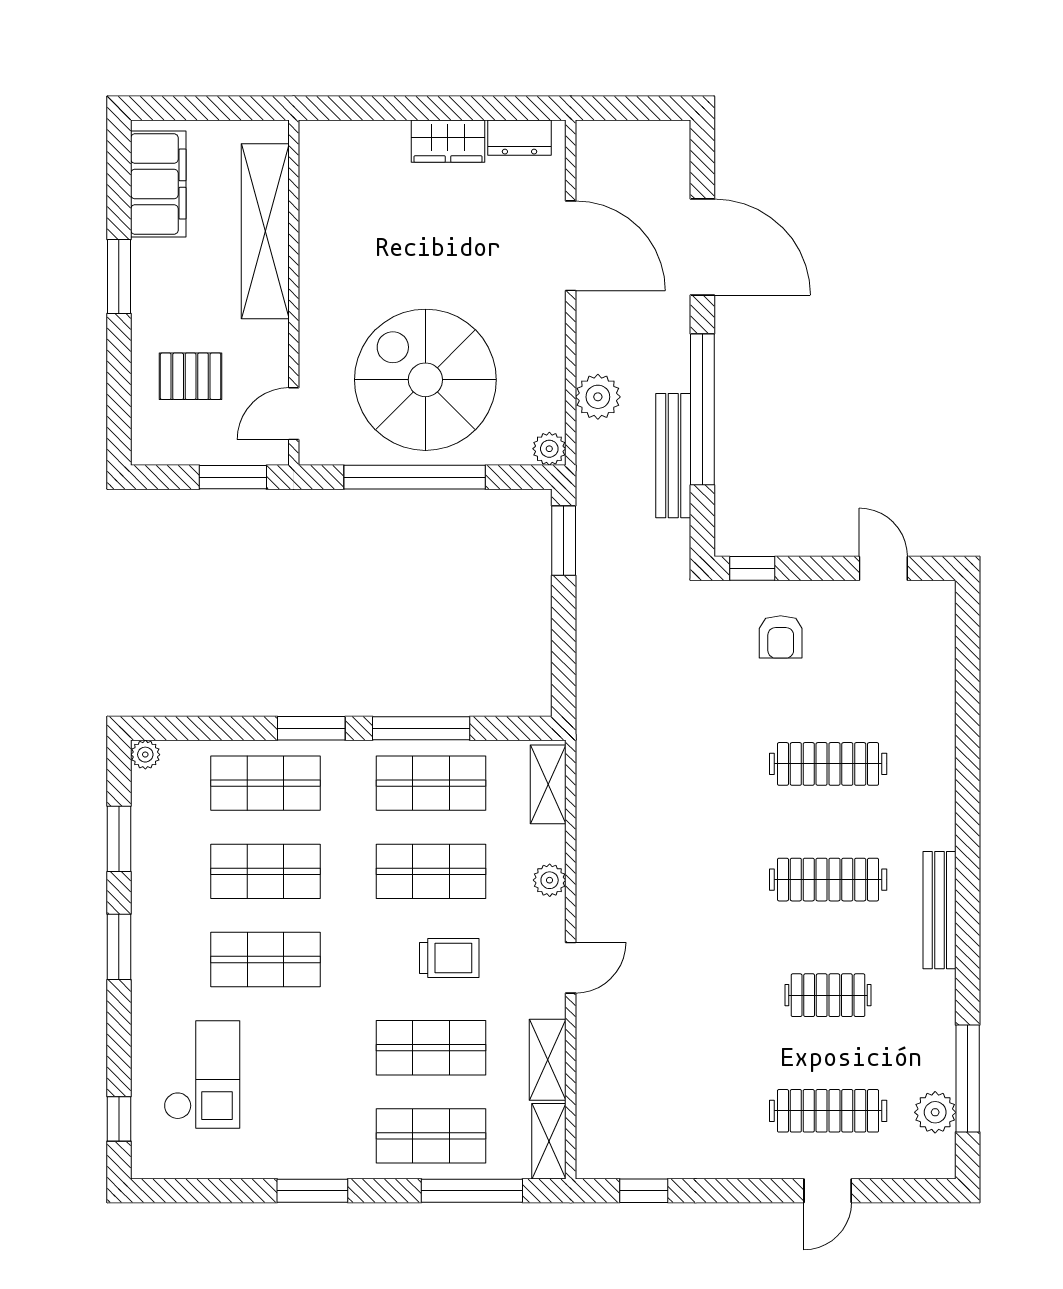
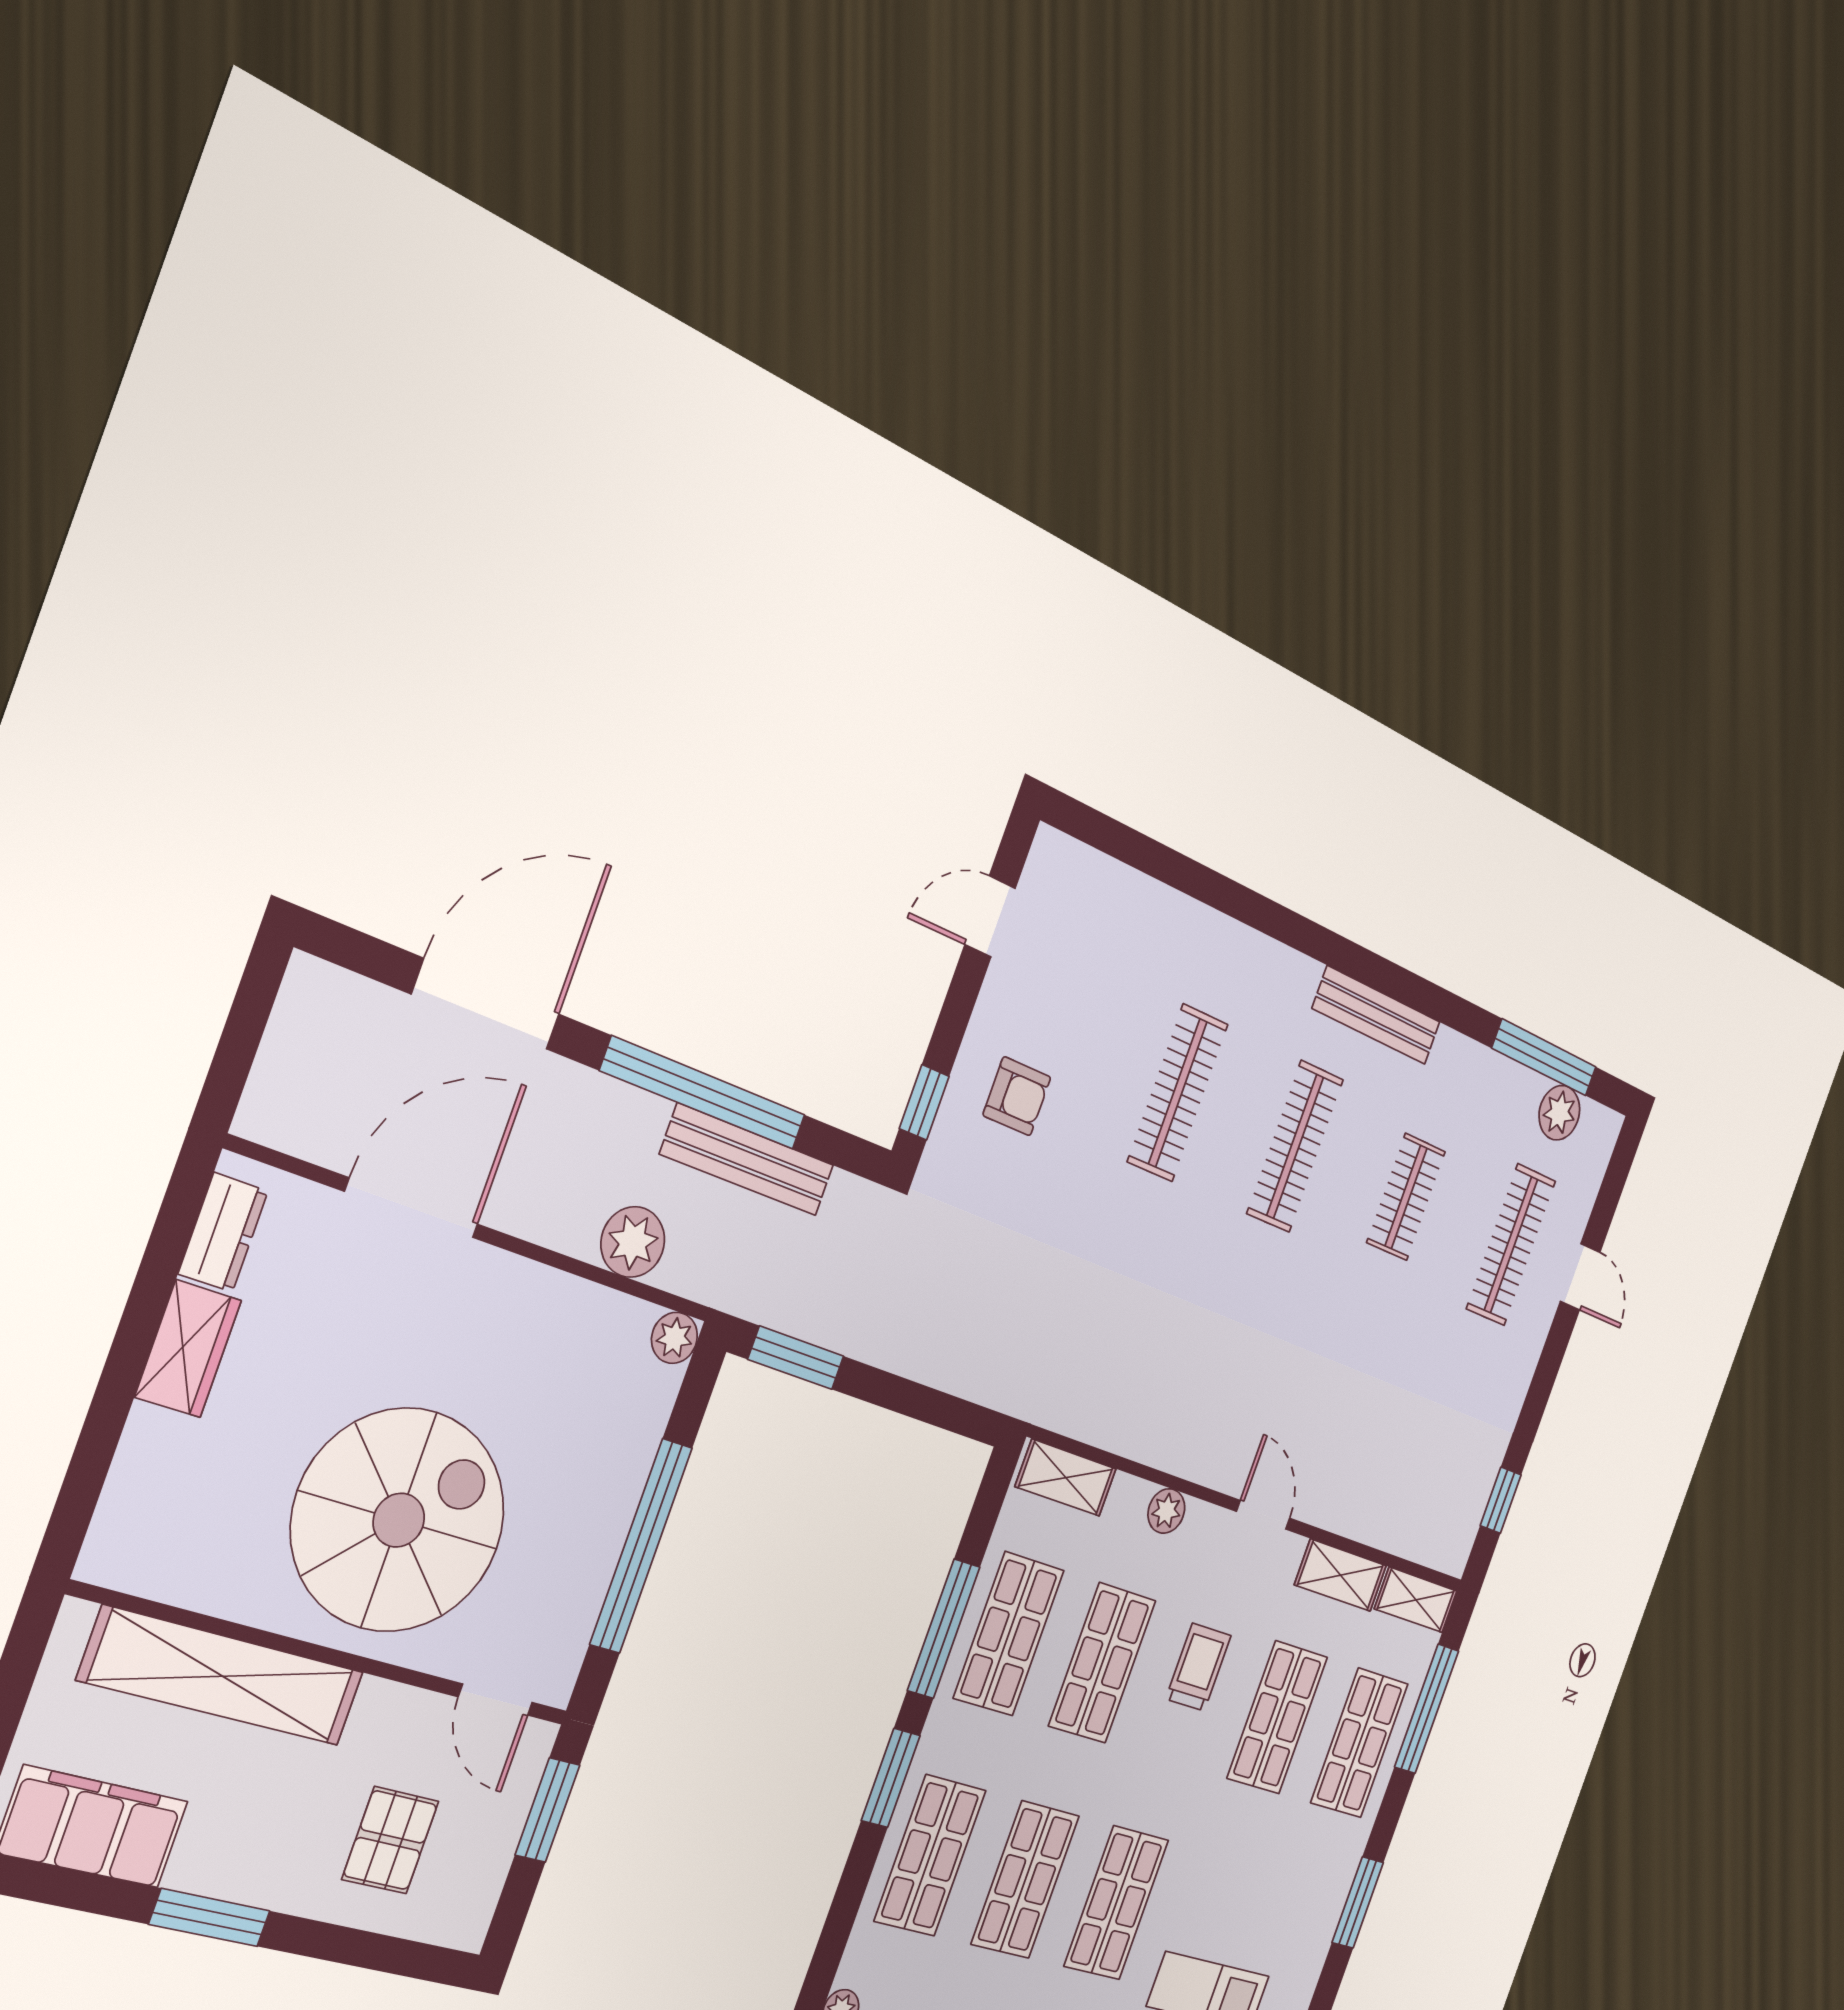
spiral stairs: (425, 380) -> (399, 1520), moved, turned 180

